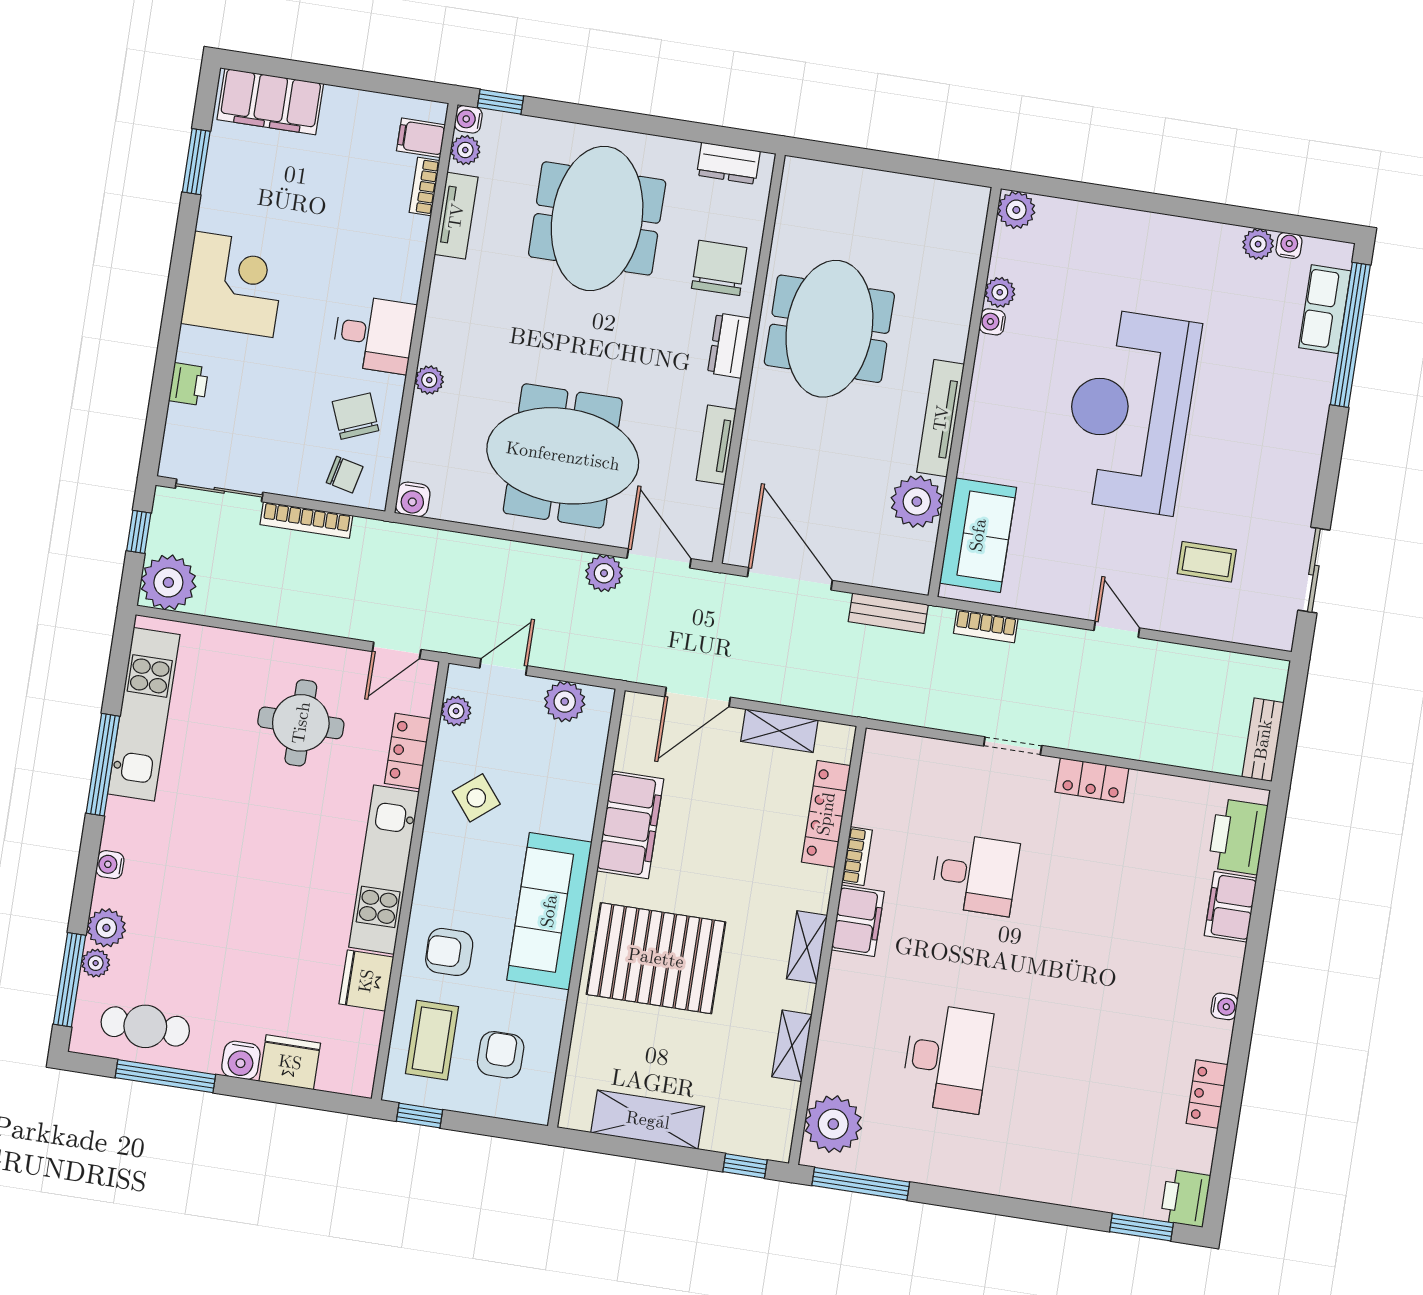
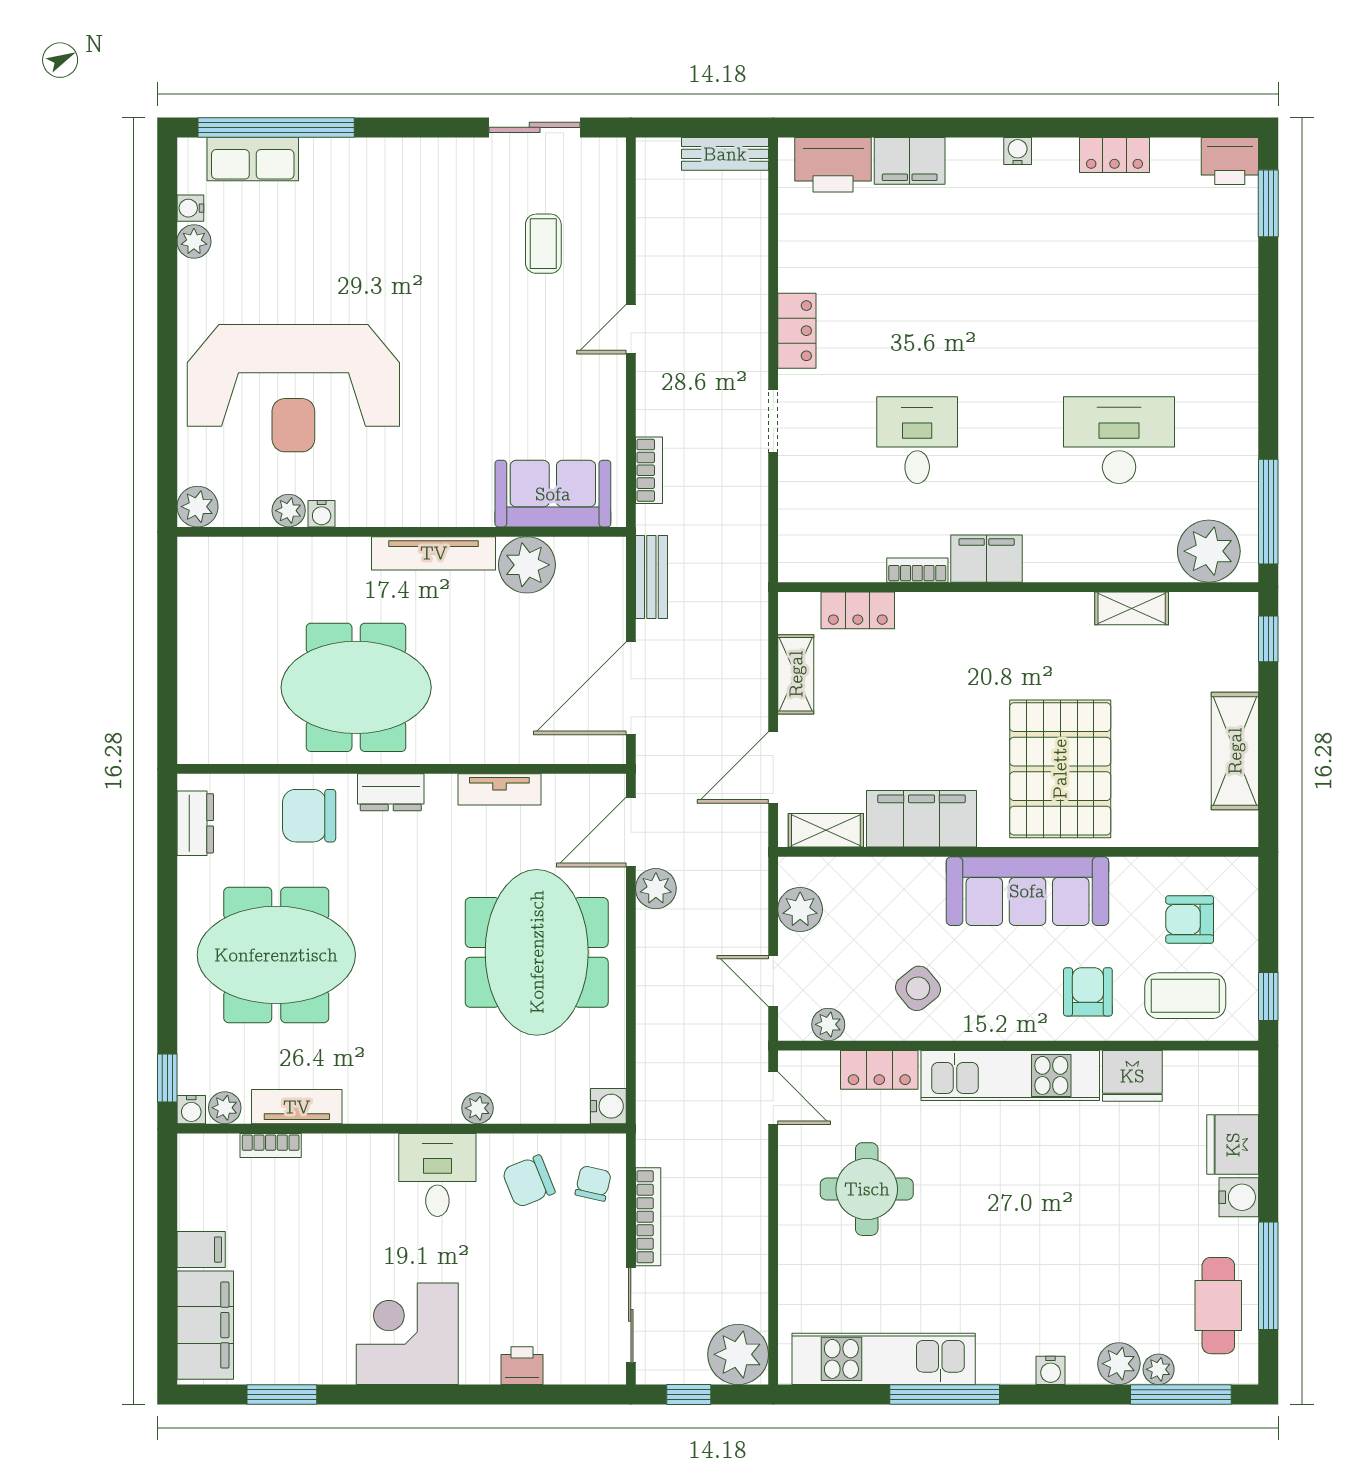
filing cabinet: (421, 138) -> (201, 1250), moved, turned -90
reception desk: (1130, 411) -> (293, 388), moved
door: (698, 697) -> (773, 768), swing flipped
locker: (826, 814) -> (858, 610), width x0.66
shelving: (807, 947) -> (826, 830), moved
armchair: (449, 952) -> (1088, 992), turned 180

